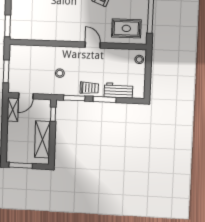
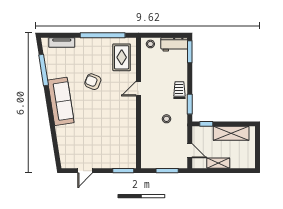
workbench: (118, 90) -> (174, 44), moved, turned -90
window: (105, 99) -> (190, 52), moved
shelving: (13, 110) -> (218, 163), moved
window: (21, 165) -> (258, 154), removed

